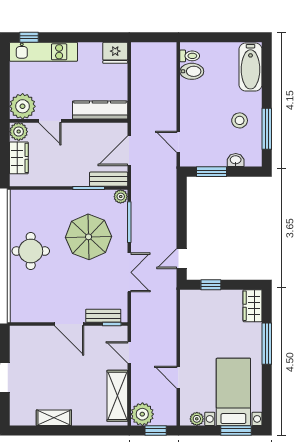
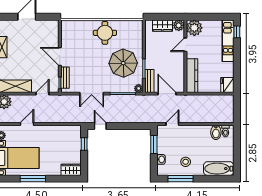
parasol: (89, 237) -> (123, 63), moved
door: (69, 324) -> (60, 57), hinge flipped
window: (267, 344) -> (33, 179), moved

